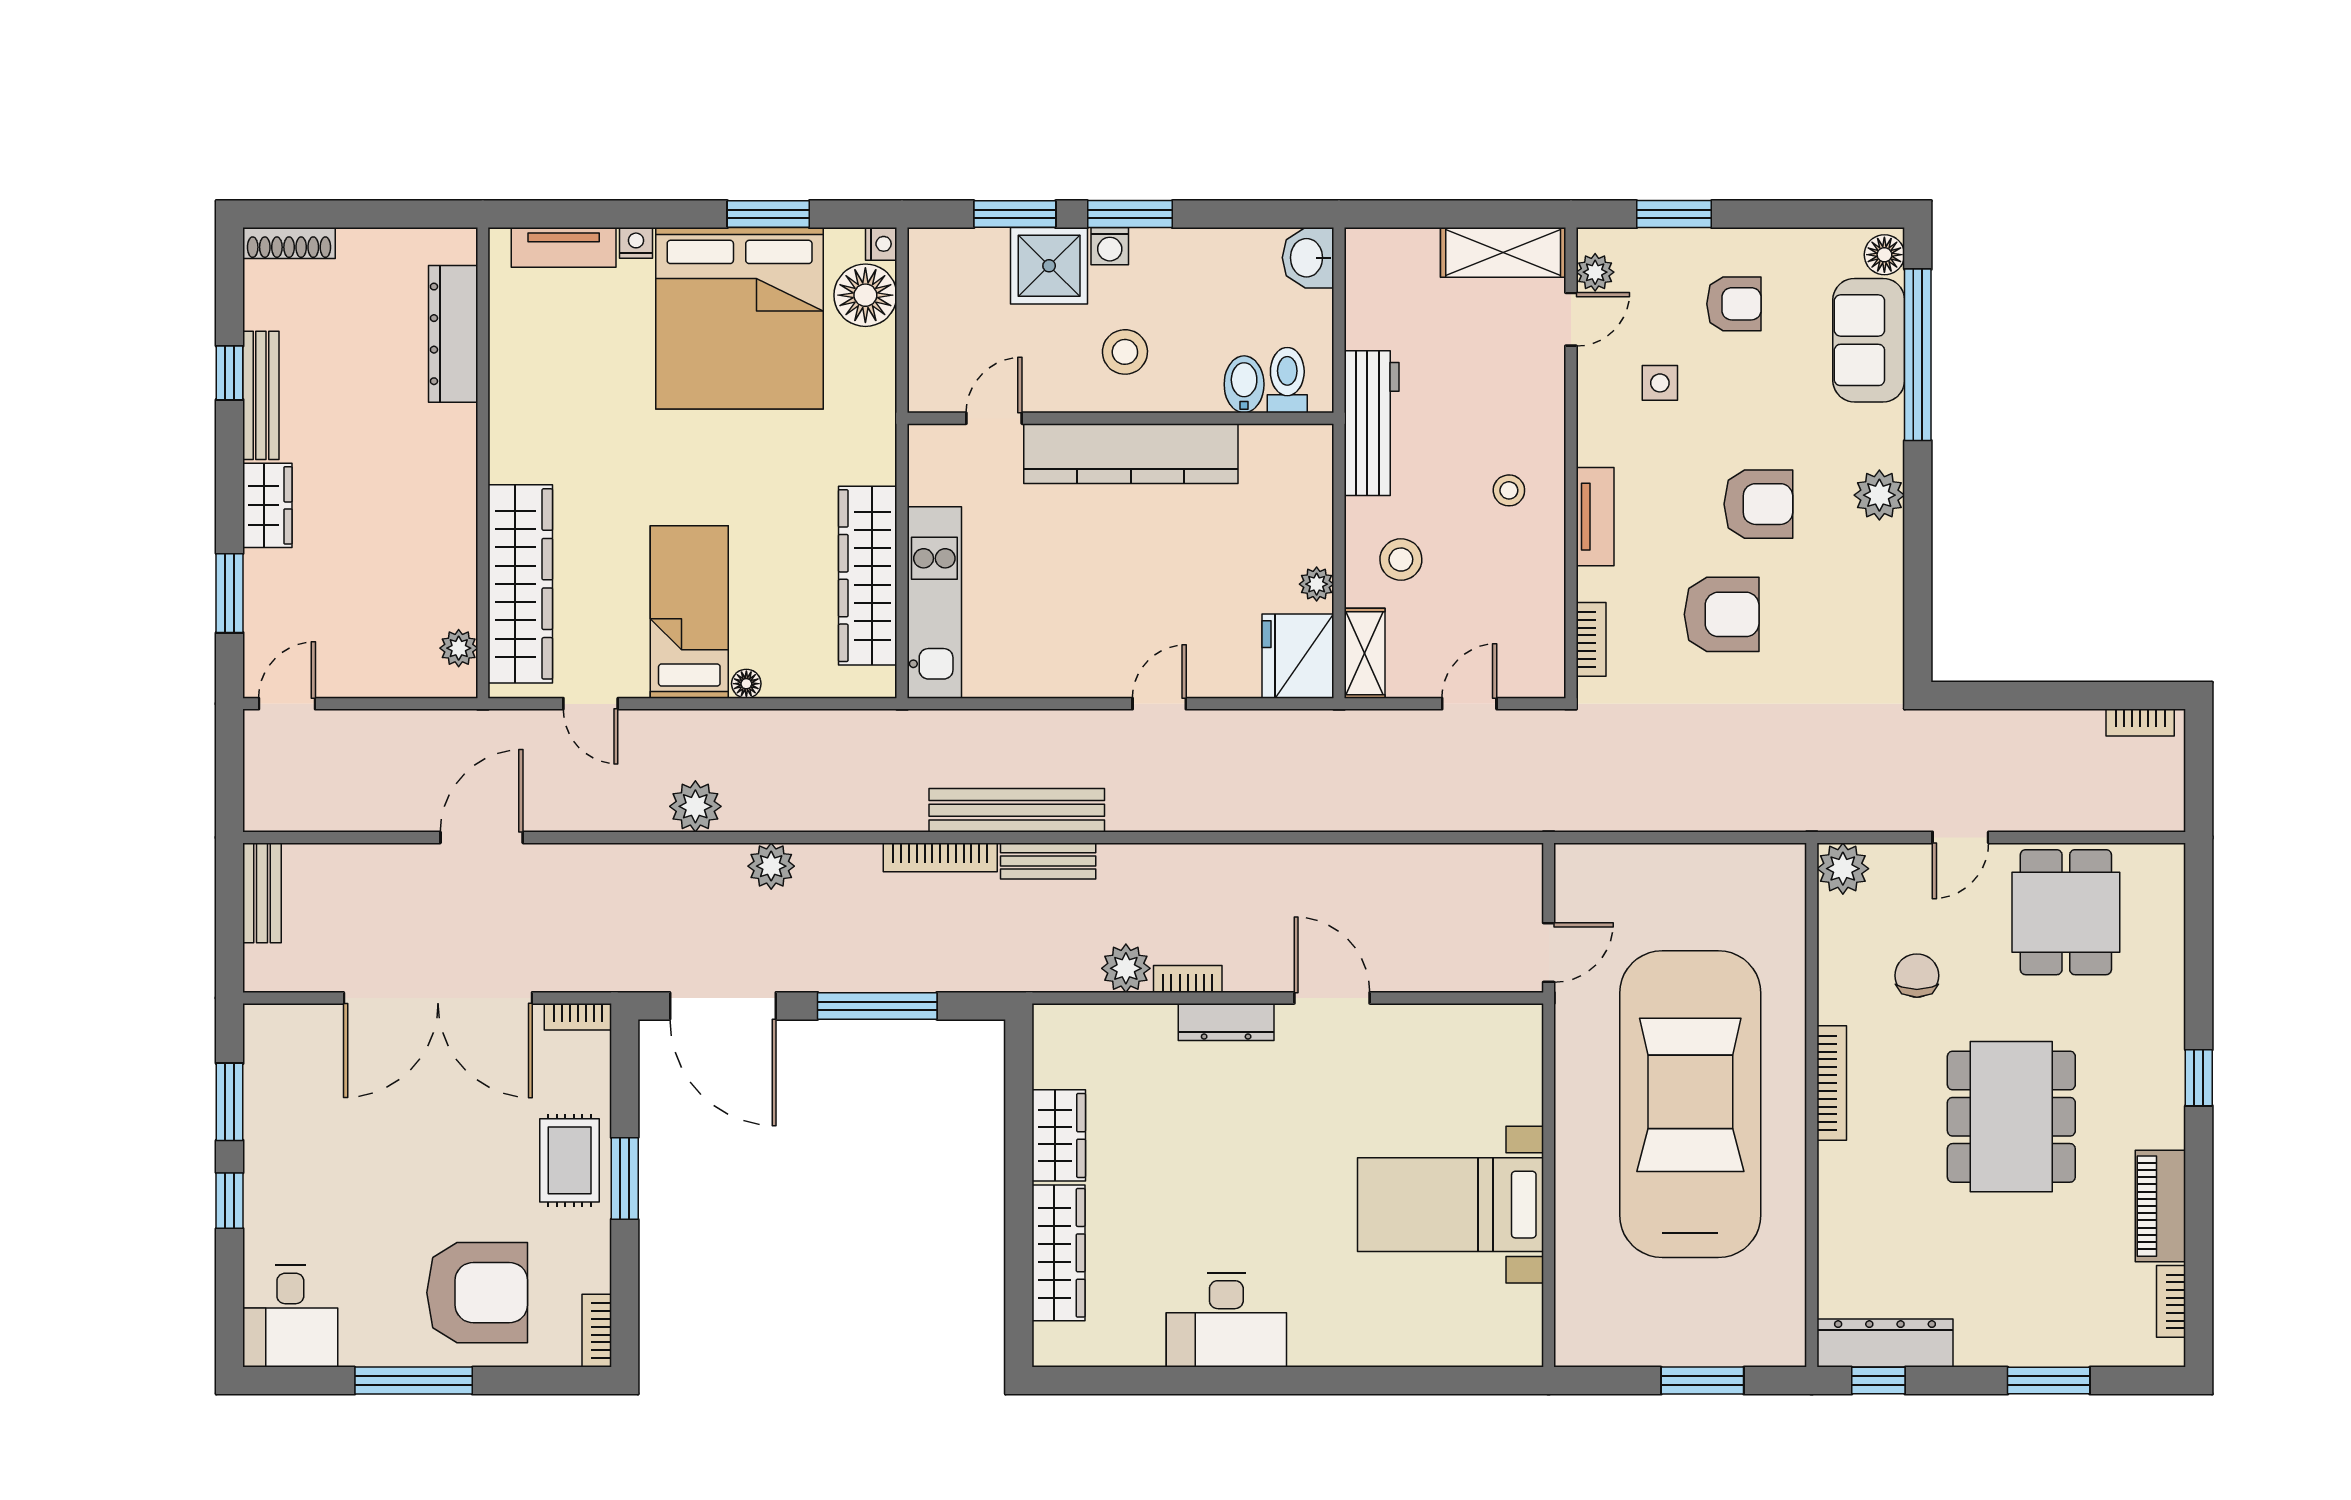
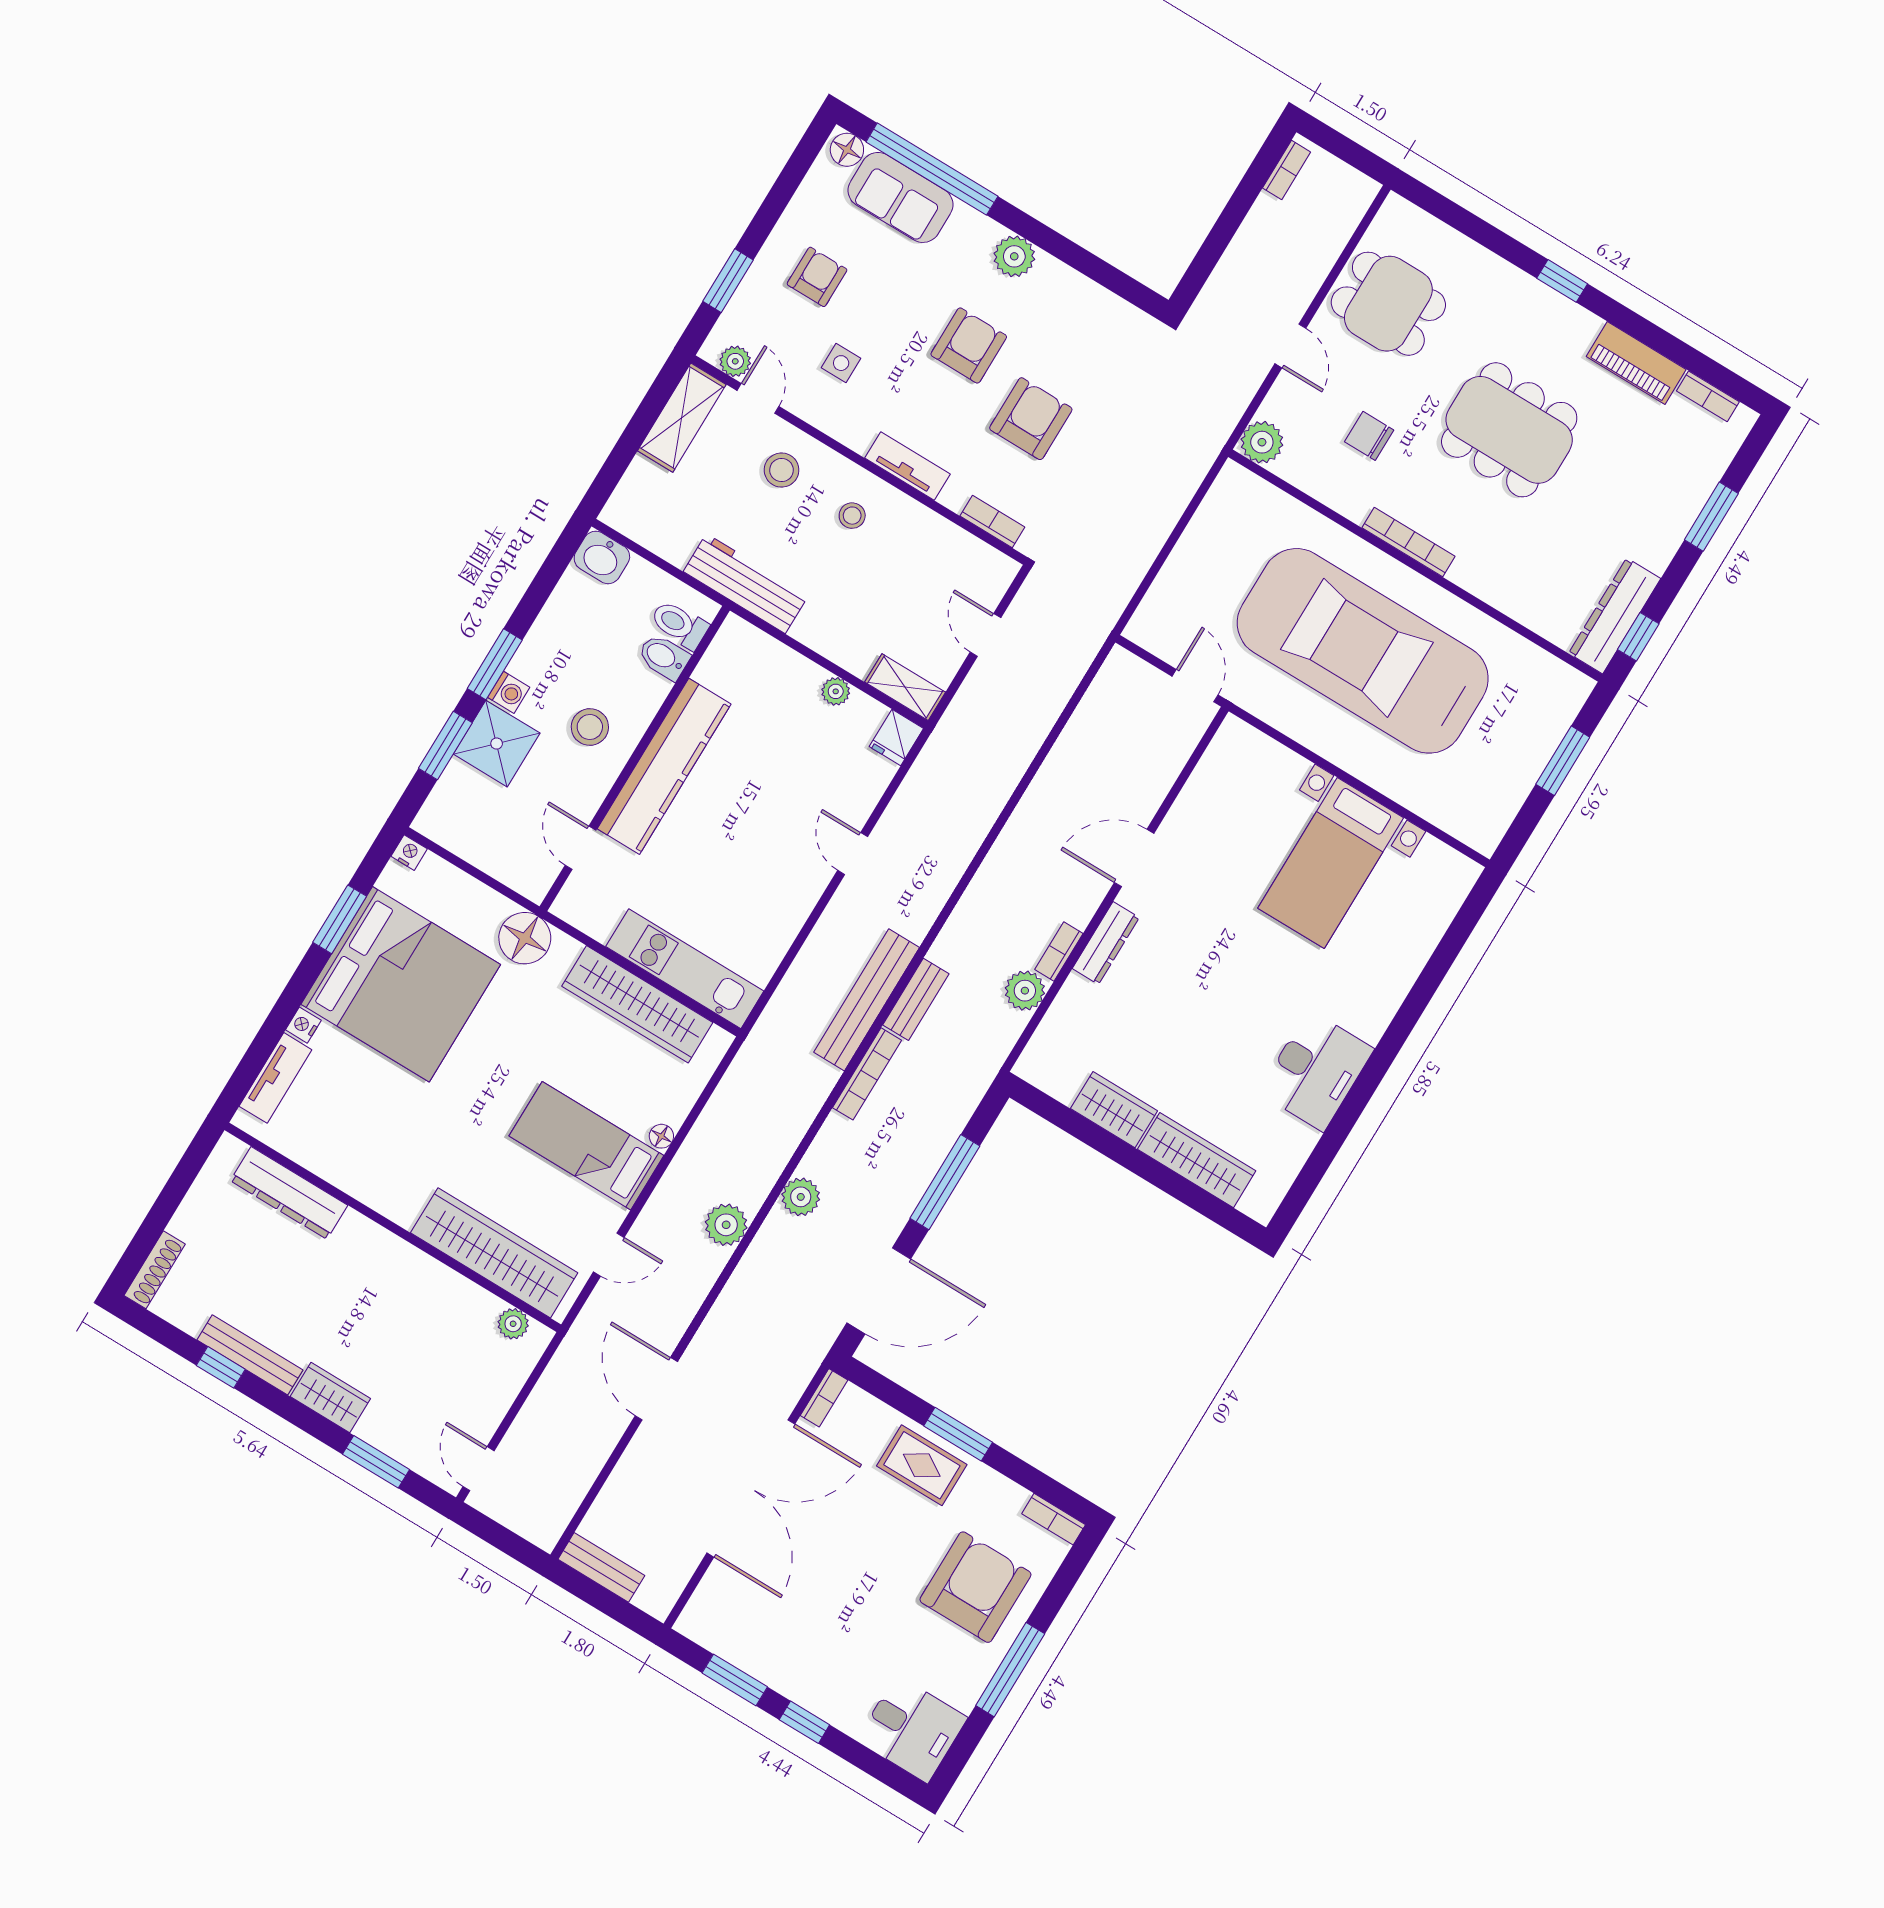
floor lamp: (865, 295) -> (525, 938), moved
stool: (1401, 560) -> (782, 470), moved
fridge: (1298, 656) -> (896, 738), width x0.53, depth x0.75

